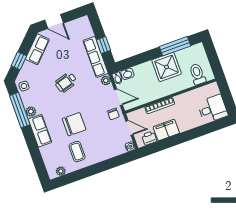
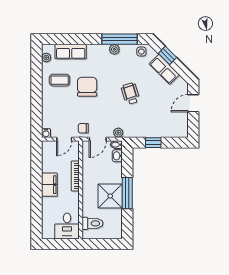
window: (175, 46) -> (127, 193), moved
row of seats: (37, 49) -> (164, 69), moved
row of seats: (96, 57) -> (145, 131), removed
desk: (213, 109) -> (67, 226), moved
chair: (74, 124) -> (87, 87), turned 180
filing cabinet: (166, 130) -> (49, 185), moved
row of seats: (40, 131) -> (71, 52), moved
printer: (149, 138) -> (47, 155), removed

